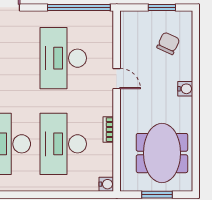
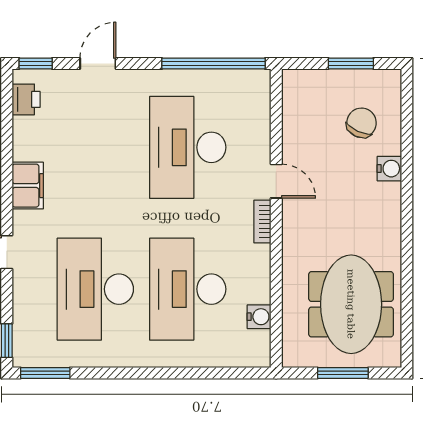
water cooler: (185, 89) -> (389, 169), moved
bookcase: (108, 130) -> (262, 222), moved
water cooler: (106, 184) -> (259, 317), moved

